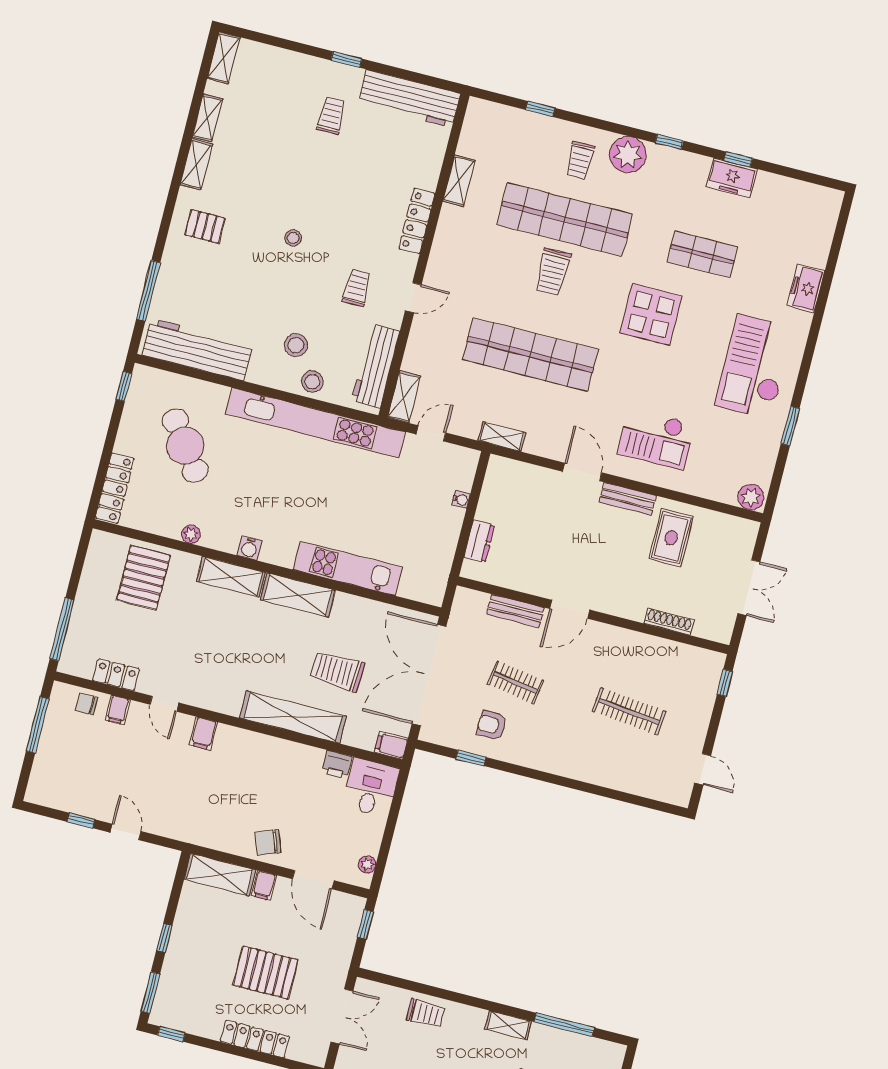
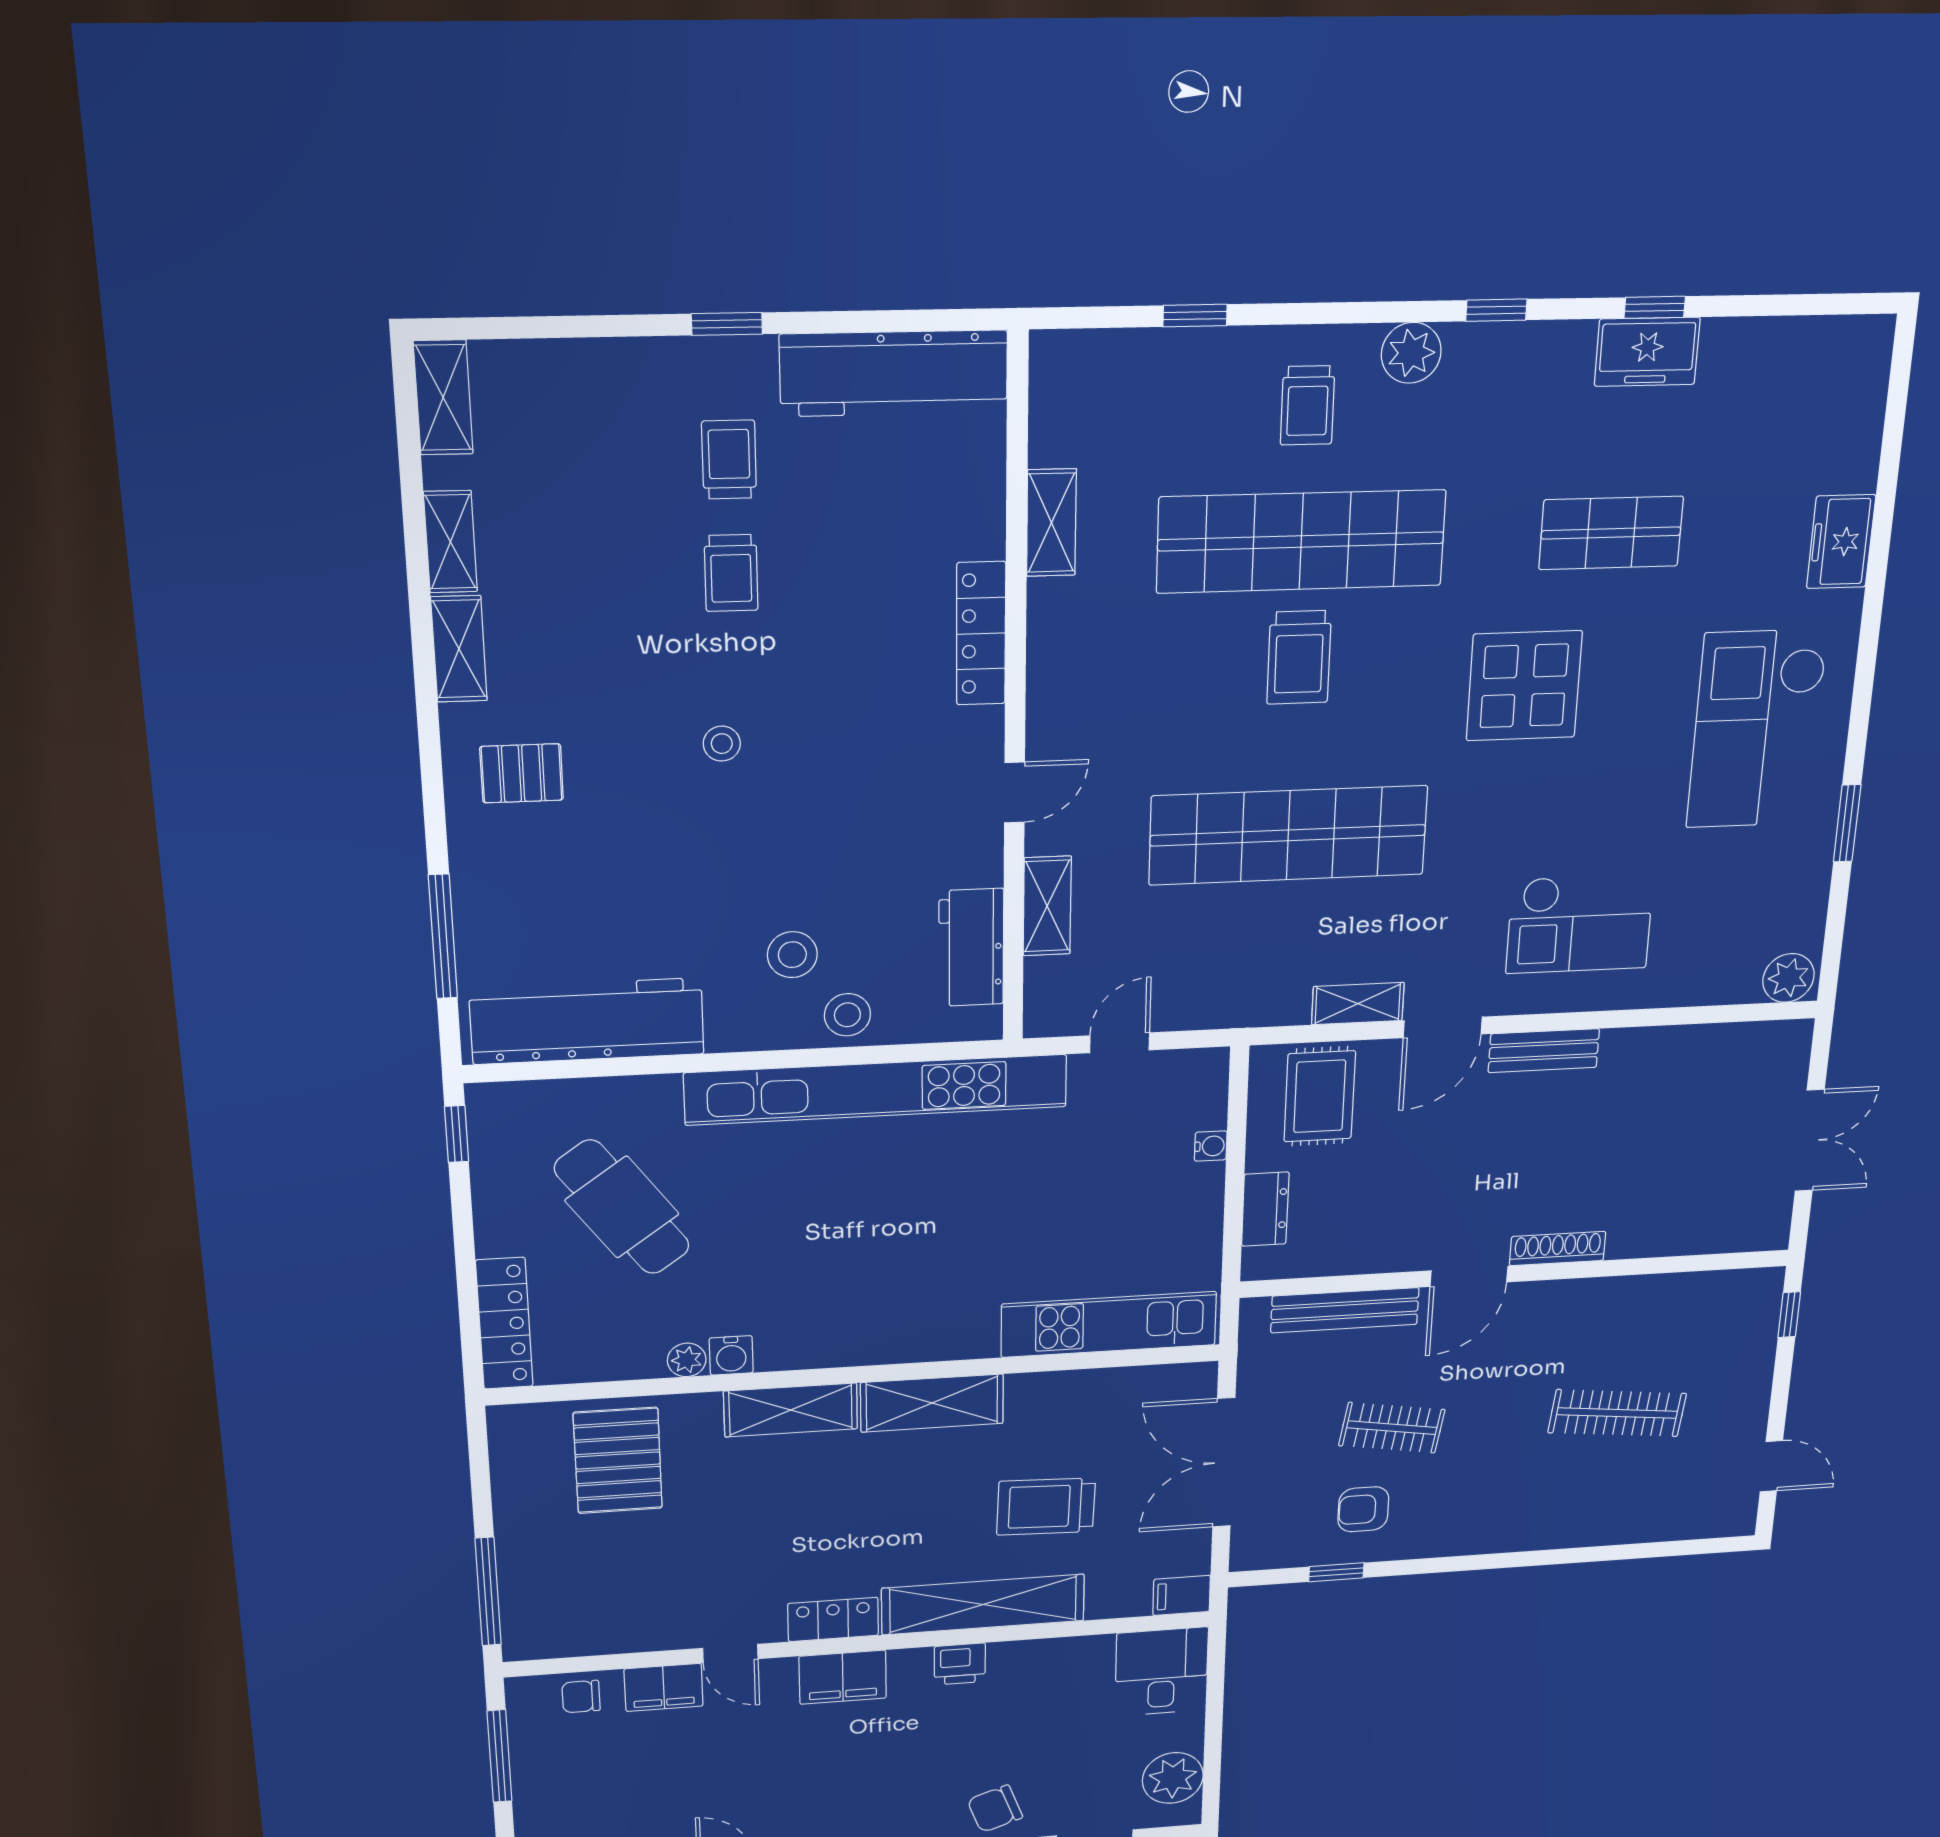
plant: (628, 155) -> (1411, 353), width x0.73, depth x0.73
trolley: (357, 288) -> (731, 573), moved, turned 180
workbench: (376, 366) -> (971, 948), width x0.73
shelving: (404, 397) -> (1047, 906), moved
shelving: (502, 437) -> (1358, 1004), moved
door: (582, 472) -> (1443, 1027), swing flipped
rug: (671, 538) -> (1320, 1096), moved
water cooler: (249, 548) -> (731, 1355), moved
kitchen unit: (348, 568) -> (1109, 1324), moved
bench: (515, 611) -> (1345, 1310), width x1.36
shoe rack: (669, 621) -> (1558, 1249), moved
locker: (116, 675) -> (833, 1619), moved
double door: (429, 675) -> (1224, 1463), width x0.73
filing cabinet: (118, 710) -> (664, 1687), width x2.00
filing cabinet: (204, 734) -> (843, 1677), width x2.00
printer: (337, 765) -> (960, 1664), moved
plant: (367, 864) -> (1173, 1778), width x1.87, depth x1.87

